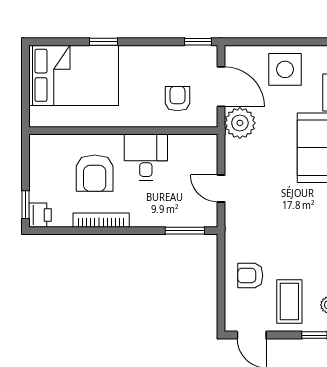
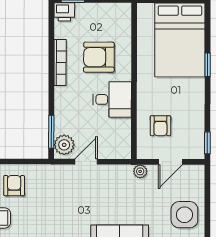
door: (221, 87) -> (170, 162), width x0.73
armchair: (177, 99) -> (160, 126), turned 90
plant: (240, 123) -> (140, 171), width x0.53, depth x0.53
plant: (201, 215) -> (64, 145), added

